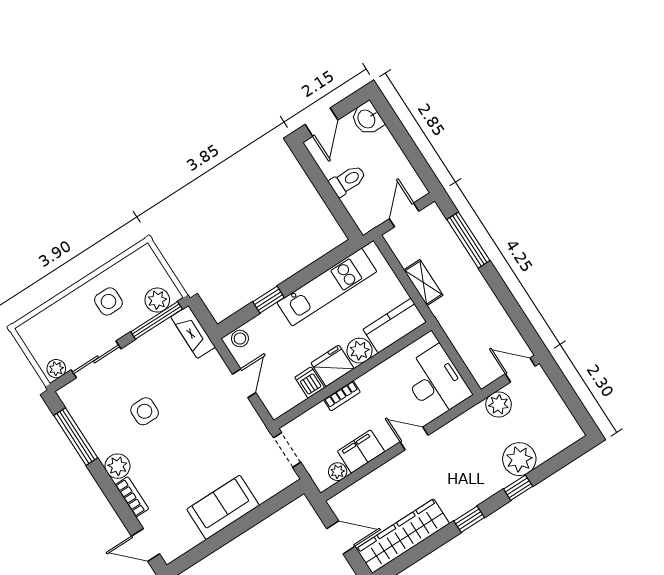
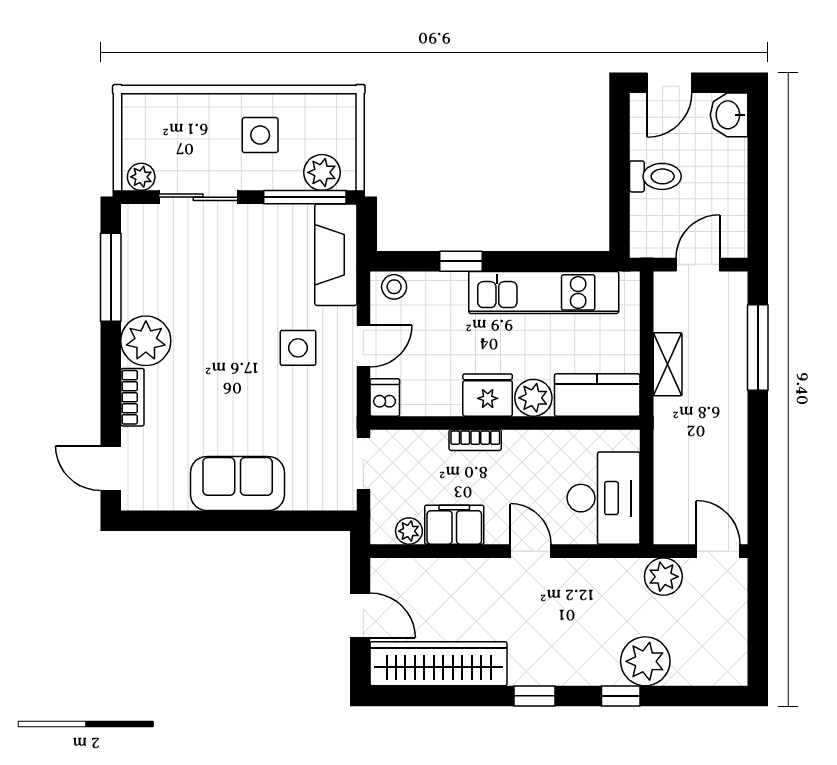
fireplace: (193, 332) -> (336, 255), width x1.37, depth x1.32
dishwasher: (310, 382) -> (385, 397), moved
side table: (145, 411) -> (298, 348), moved
plant: (117, 466) -> (146, 341), width x1.36, depth x1.36

